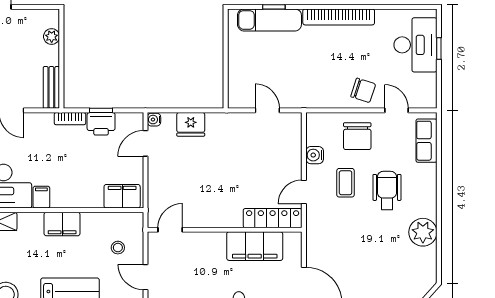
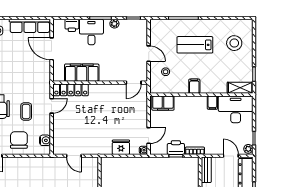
chair: (363, 90) -> (15, 168), removed
water cooler: (315, 155) -> (45, 140), moved
filing cabinet: (62, 224) -> (194, 86), width x0.50

